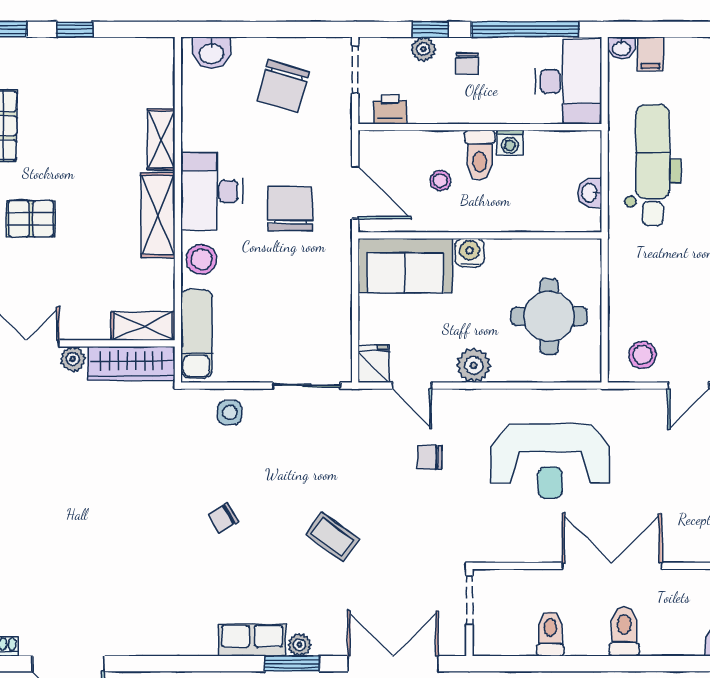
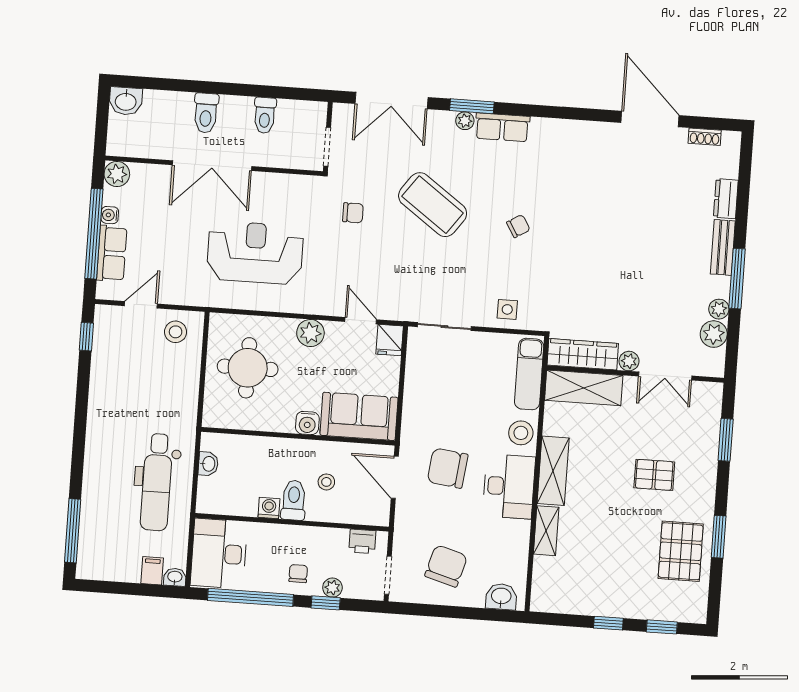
chair: (290, 209) -> (448, 468), turned 97
shelving: (143, 326) -> (584, 388), width x1.50, depth x1.33
chair: (430, 457) -> (353, 213), moved
coffee table: (332, 537) -> (433, 205), width x1.86, depth x1.72

